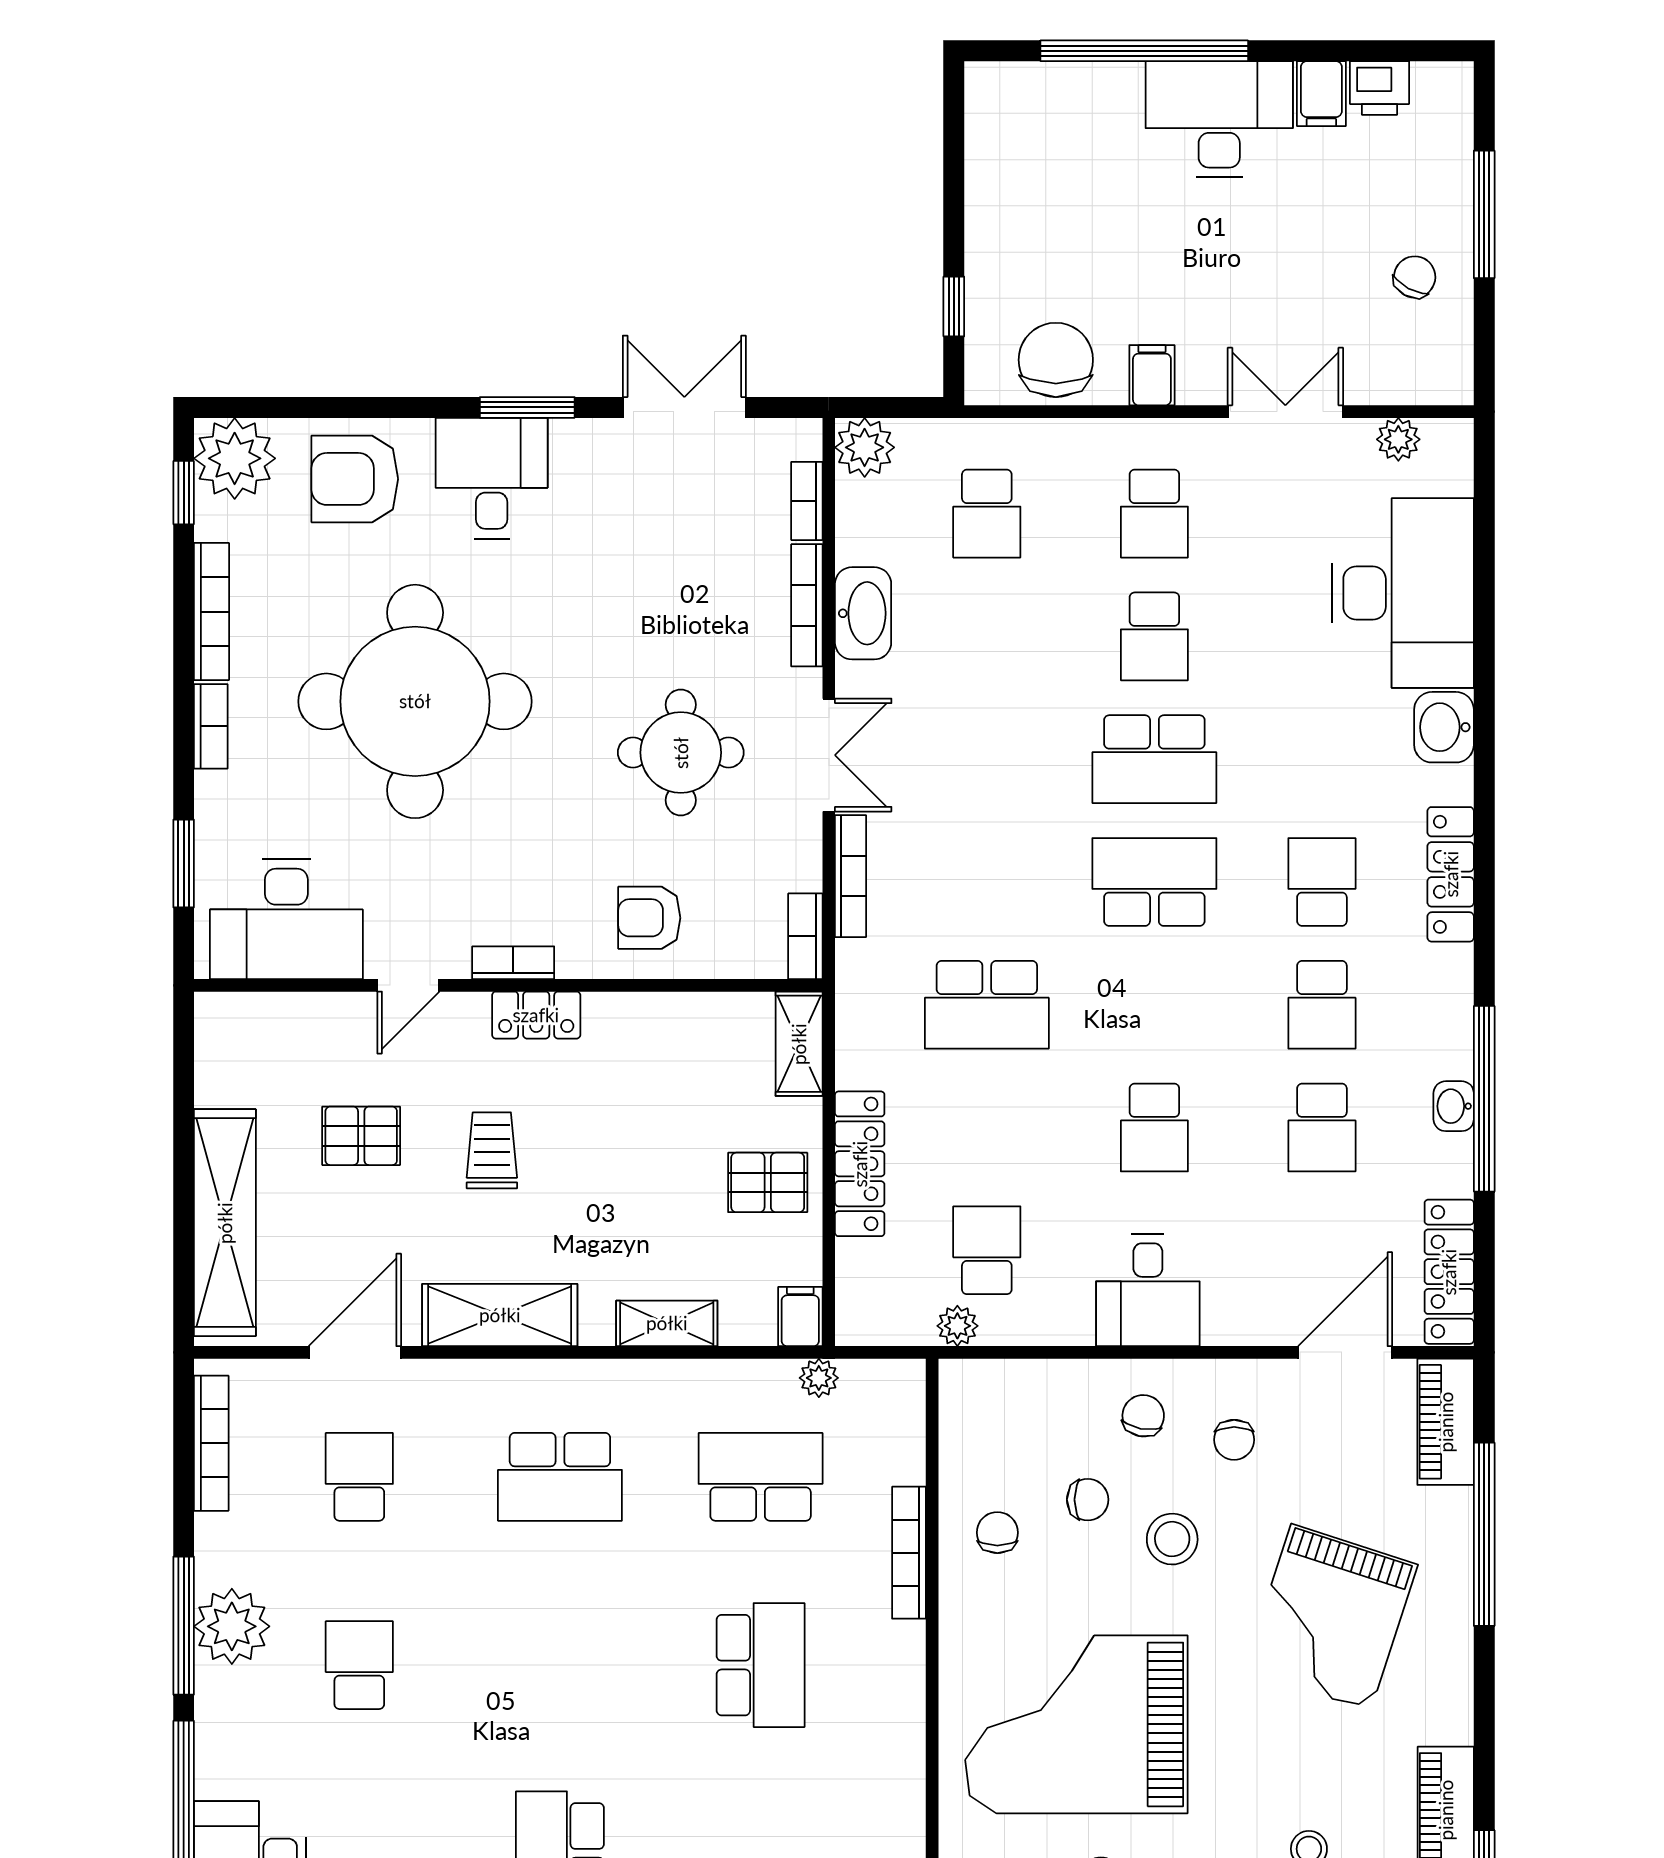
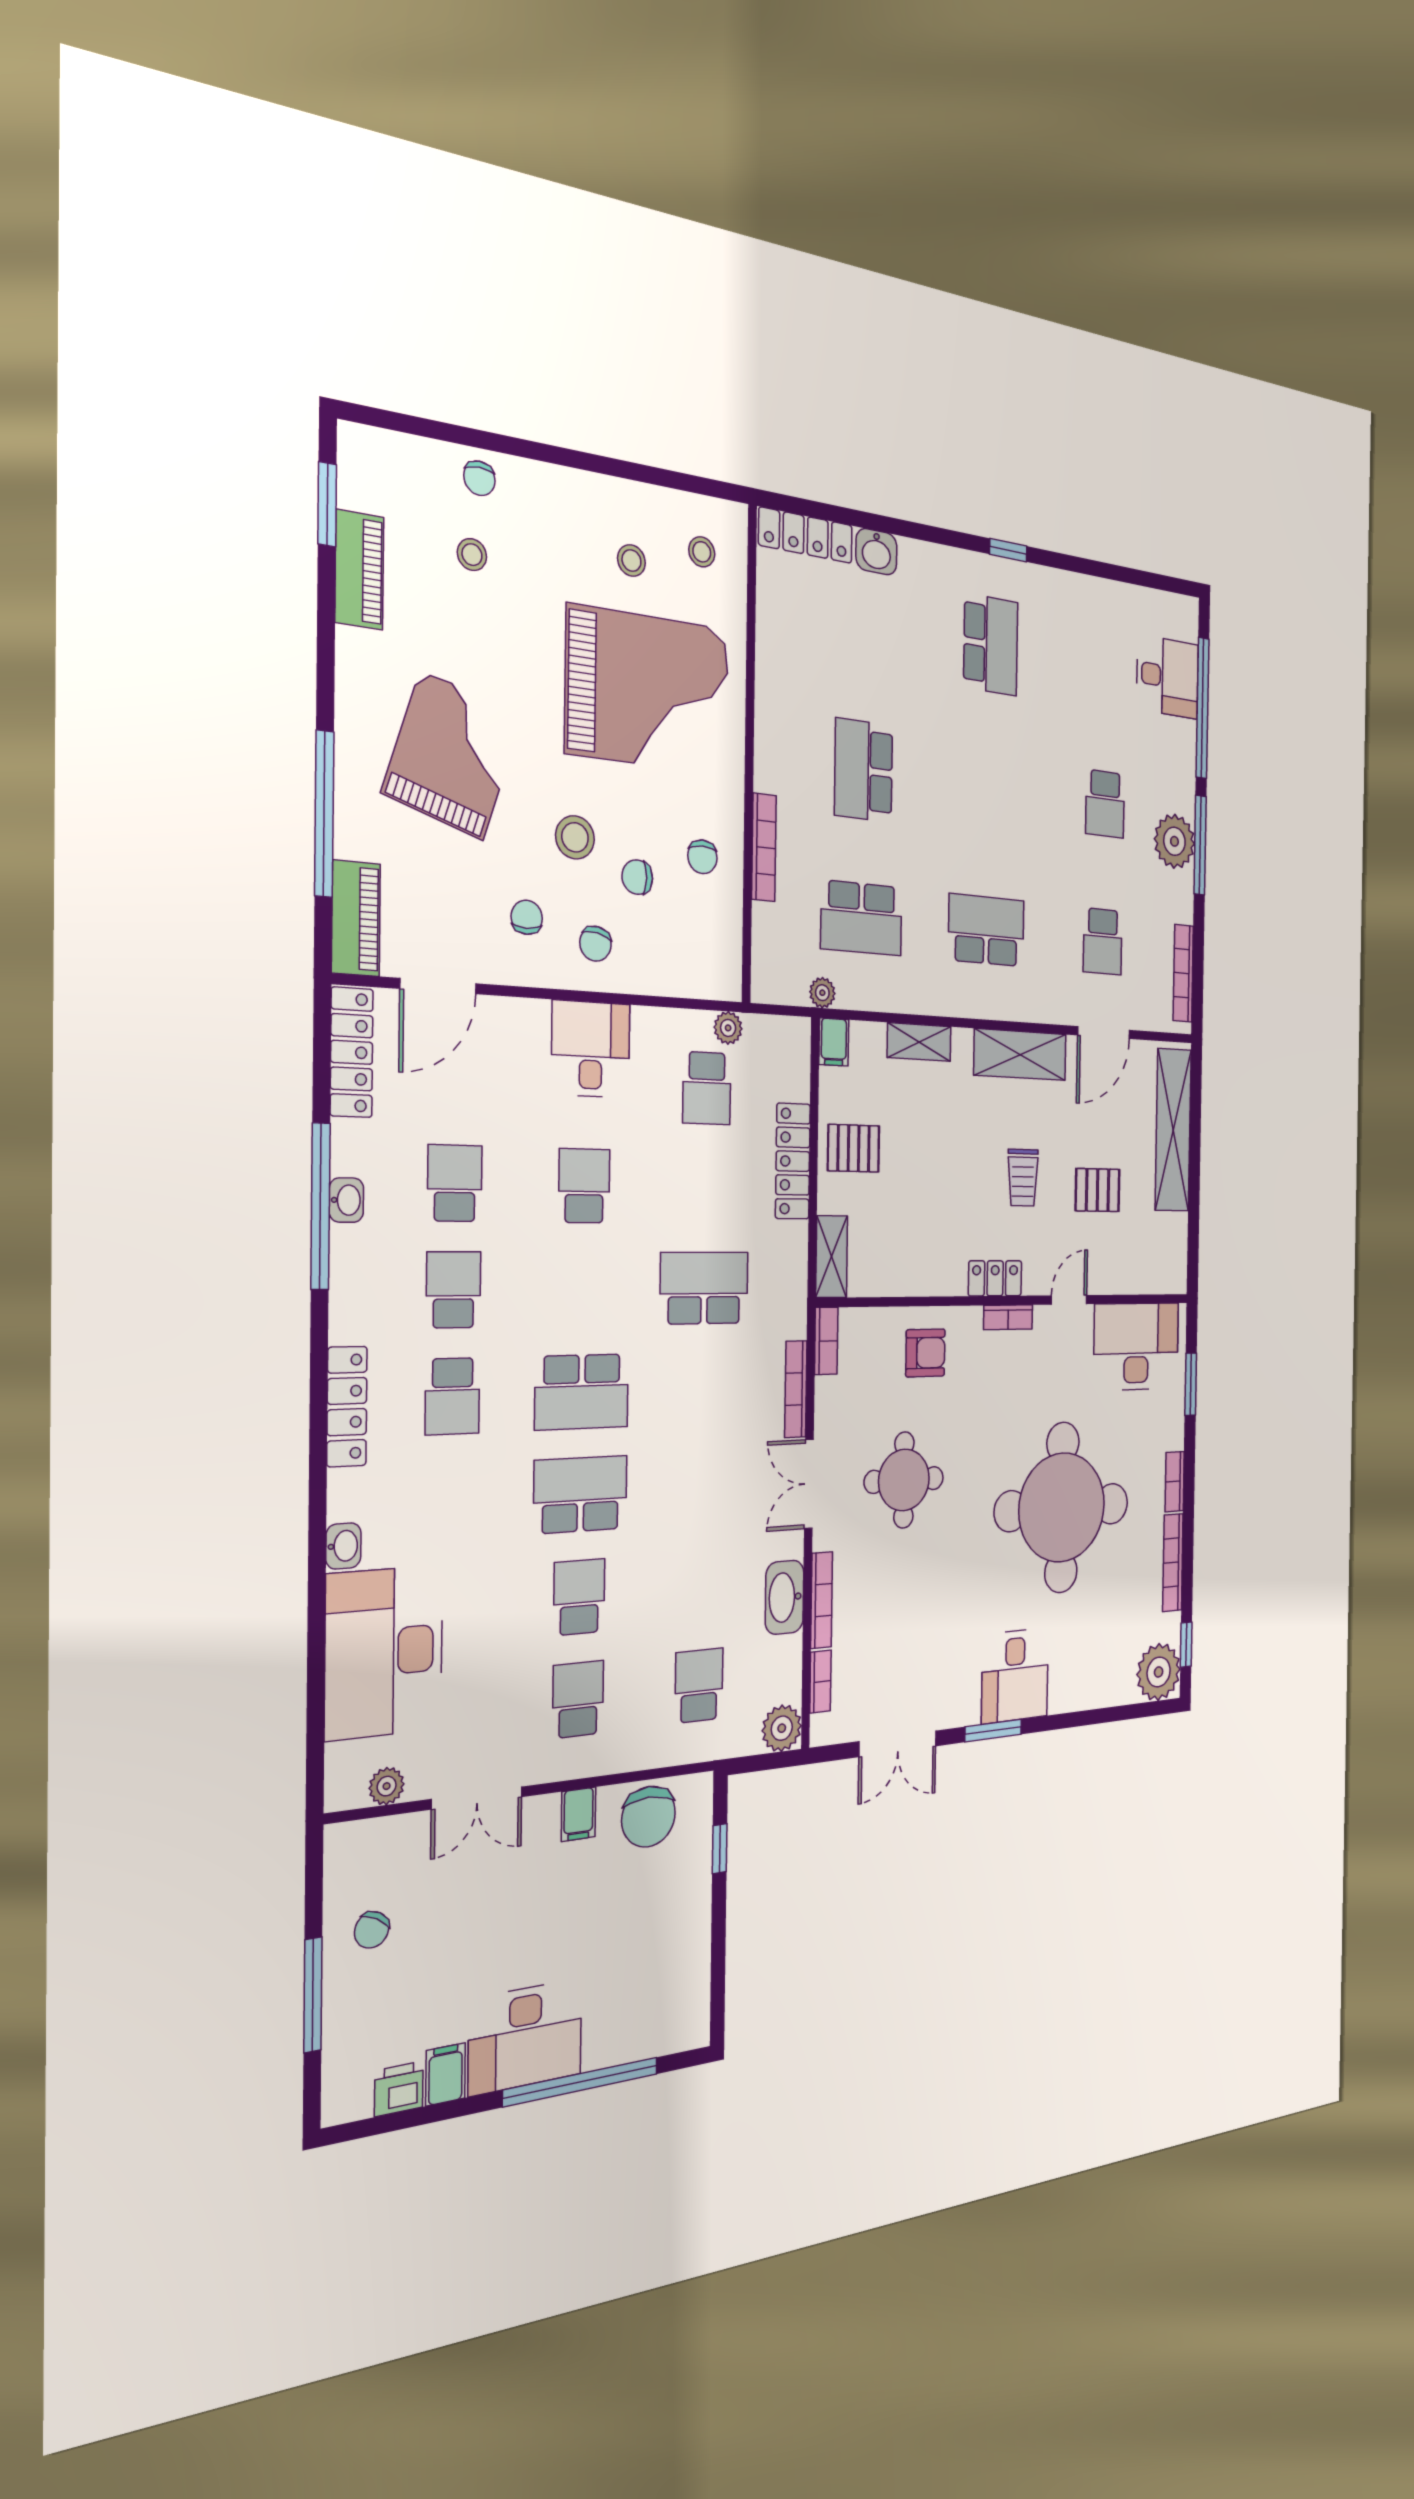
armchair: (355, 479) -> (1093, 1665), removed
washbasin: (1444, 727) -> (343, 1546), width x0.72, depth x0.69

